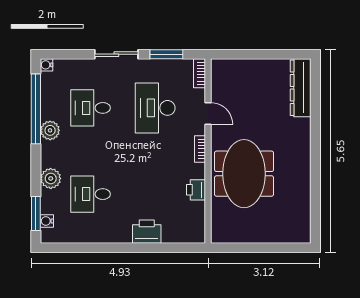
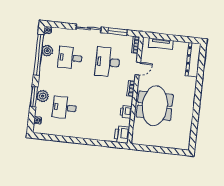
tv unit: (242, 67) -> (161, 44), added
door: (208, 113) -> (138, 69), hinge flipped
plant: (50, 130) -> (47, 51), moved
window: (36, 214) -> (34, 97), moved
printer: (147, 232) -> (122, 135), moved, turned -90

